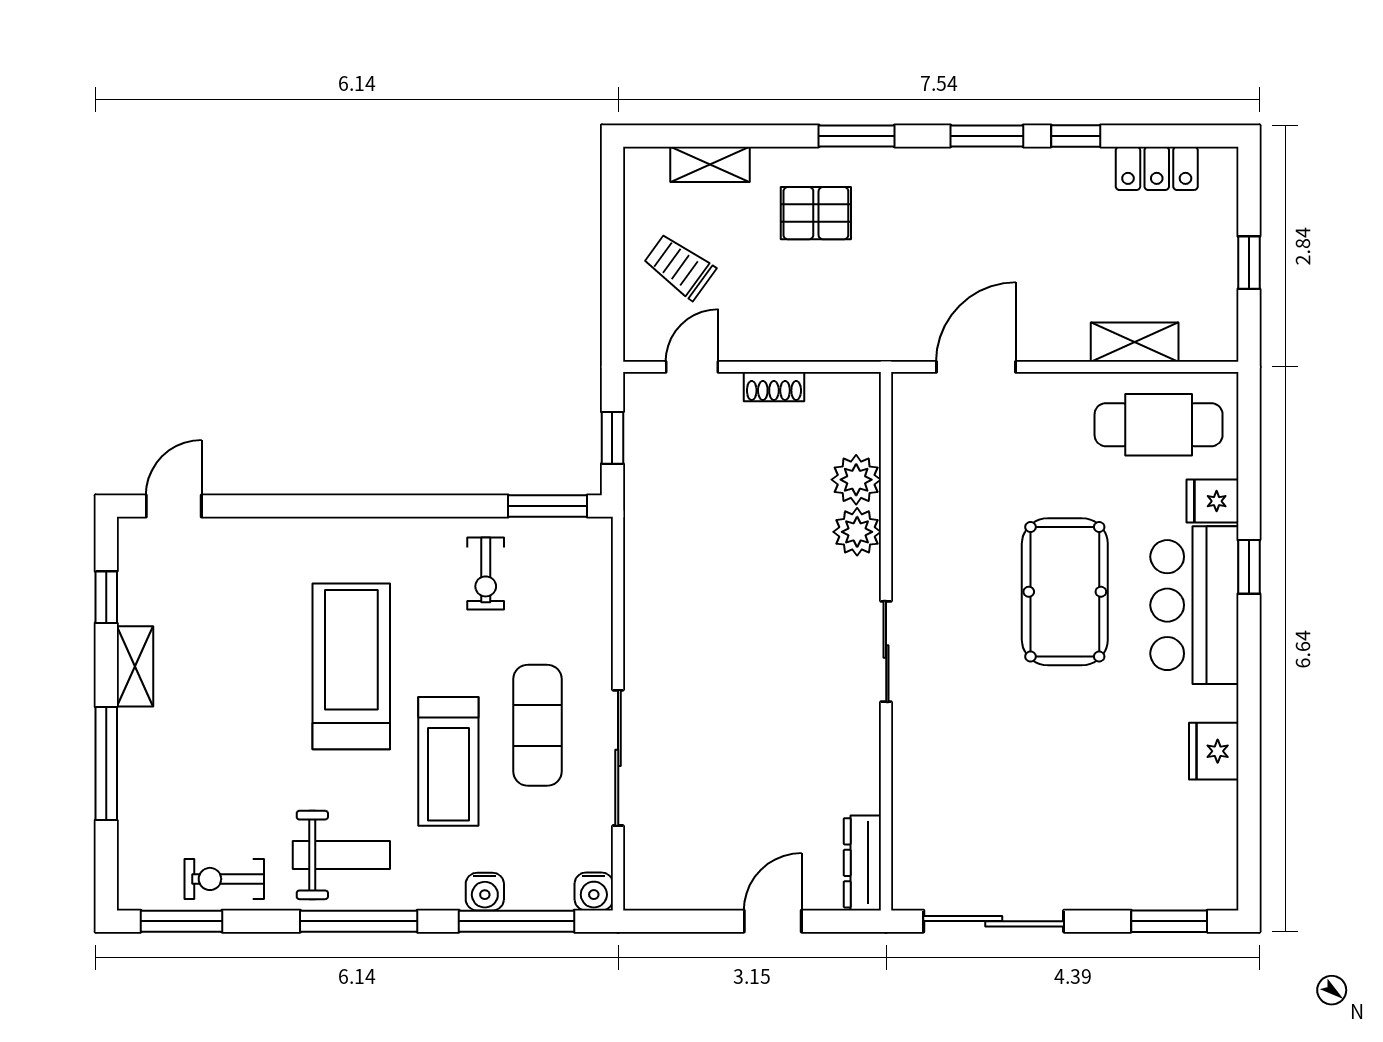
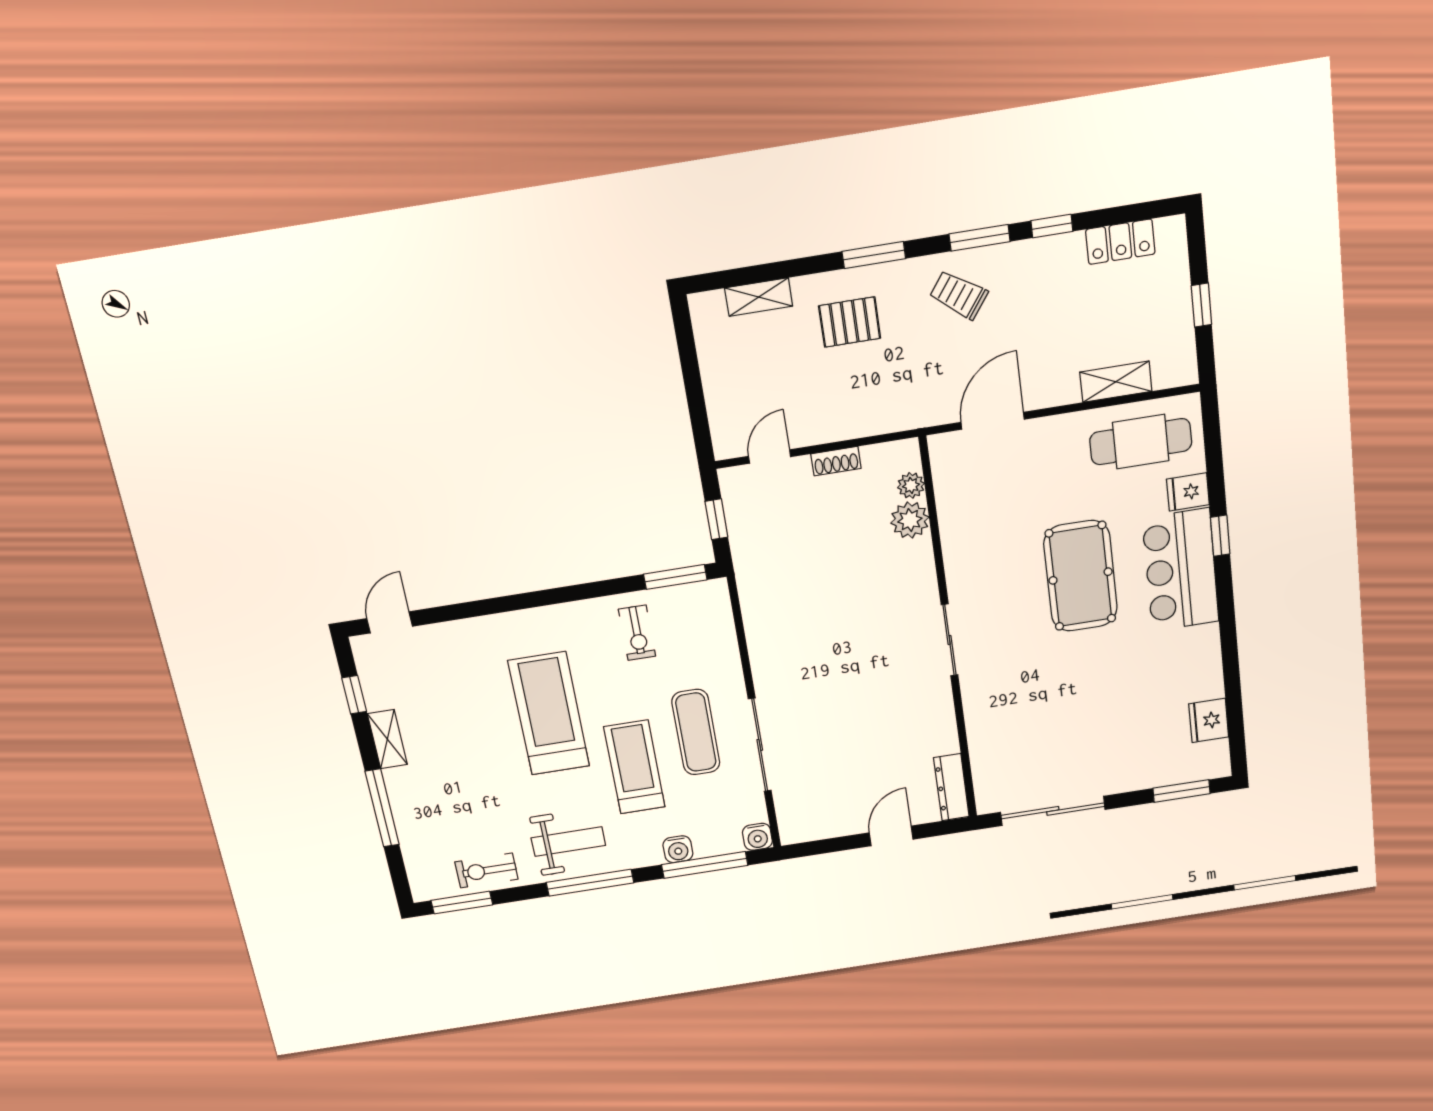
trolley: (679, 267) -> (959, 295), moved
plant: (857, 532) -> (911, 485), moved, width x0.73, depth x0.73
fridge: (1214, 751) -> (1209, 720), moved
treadmill: (448, 761) -> (634, 767), turned 180

